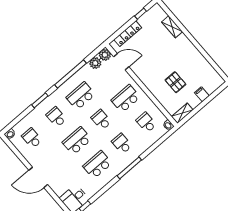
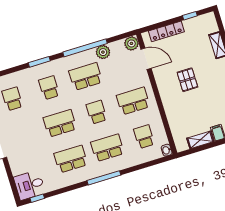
plant: (95, 63) -> (103, 52), moved
pallet: (175, 82) -> (187, 80), moved
shelving: (182, 113) -> (200, 140), moved
school desk: (122, 144) -> (107, 148), width x1.85

